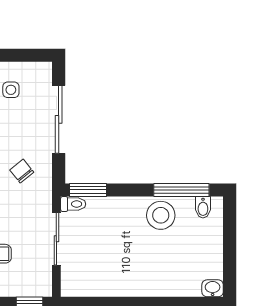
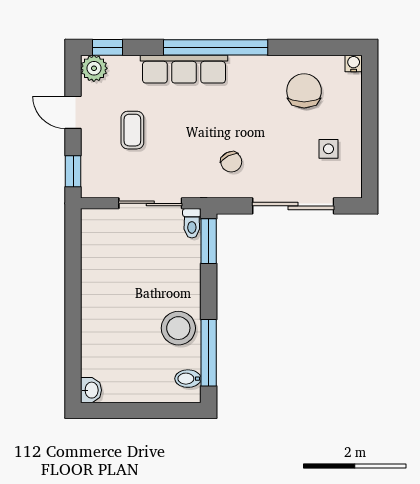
chair: (22, 171) -> (231, 162), turned 102

